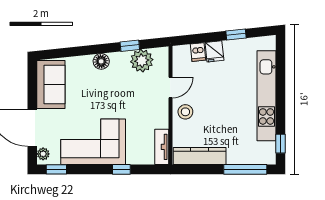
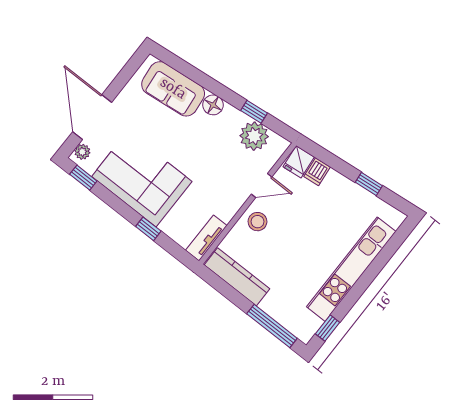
fridge: (214, 51) -> (299, 162), moved
sofa: (51, 85) -> (173, 89), moved, turned 84

